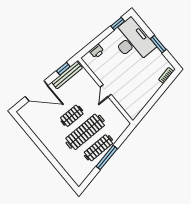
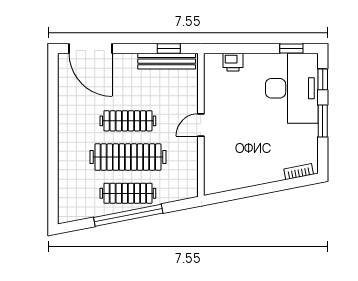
window: (143, 26) -> (323, 79), added
door: (36, 91) -> (91, 48), moved
clothes rail: (72, 116) -> (128, 121), width x1.36
window: (107, 157) -> (128, 215), width x1.46

